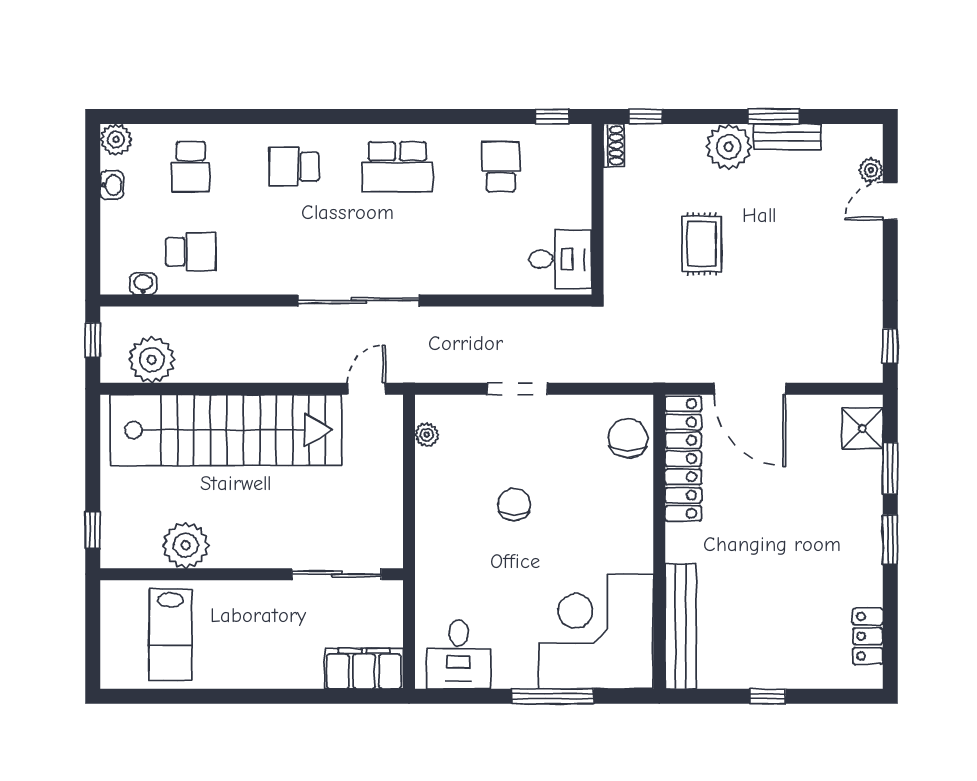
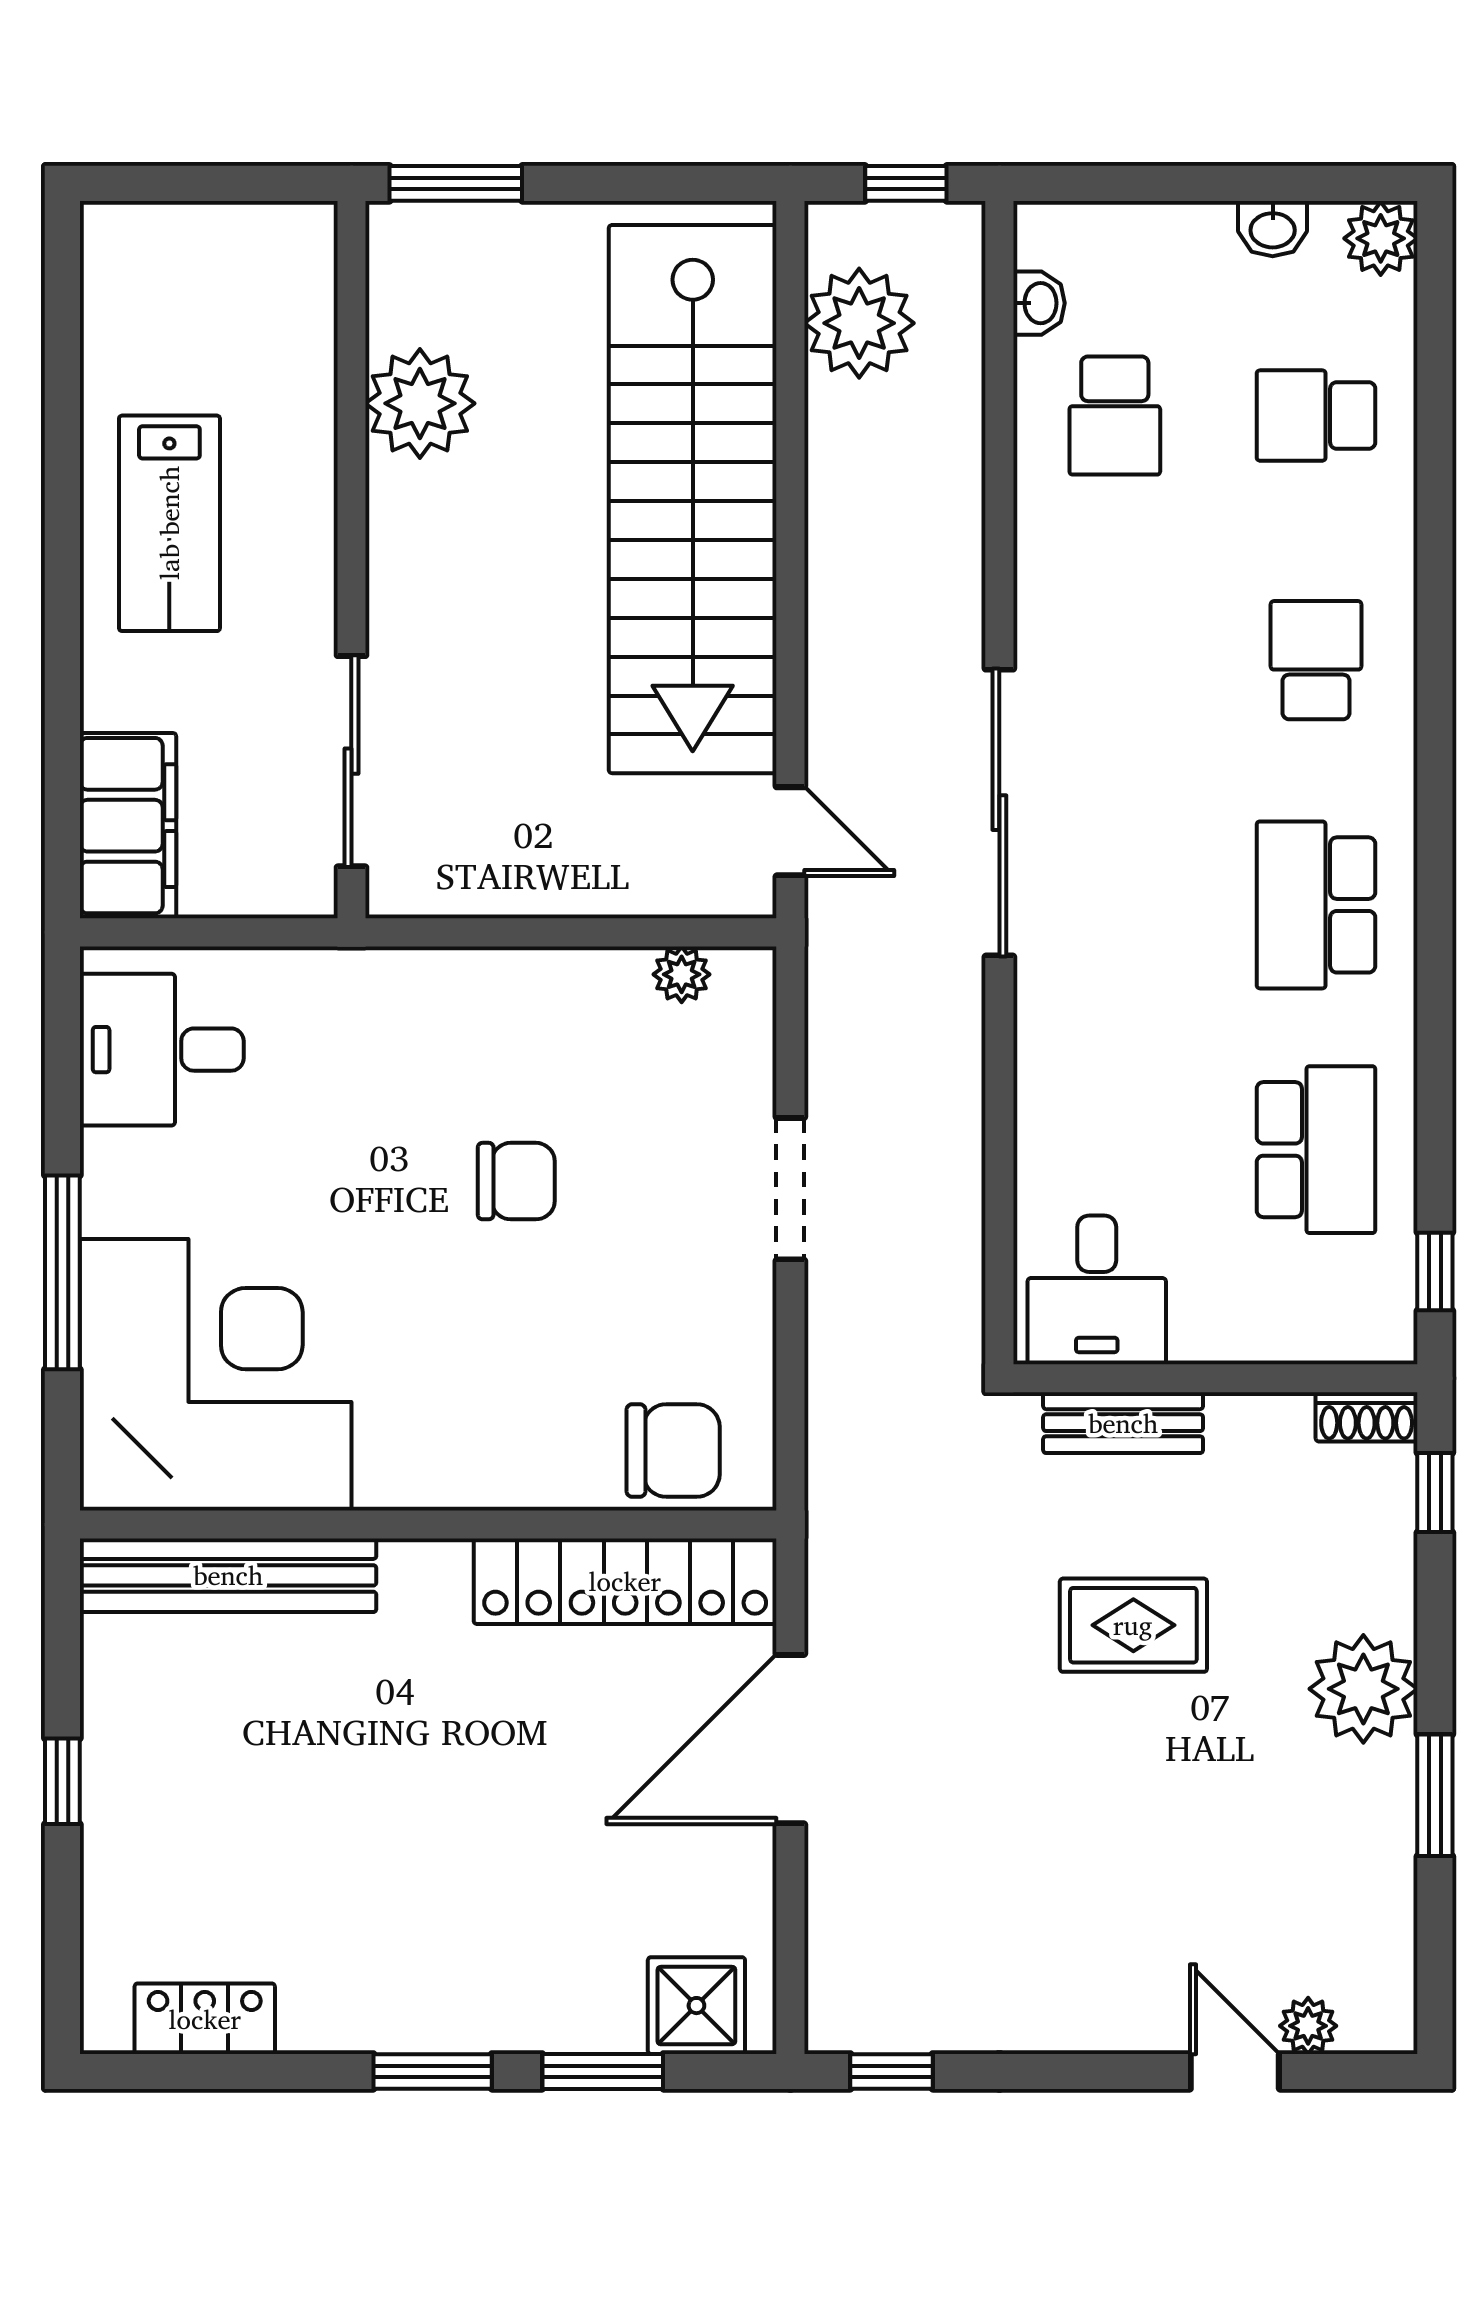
bench: (788, 137) -> (1123, 1423), moved, turned 90
school desk: (501, 167) -> (1316, 1150), width x1.85
window: (93, 530) -> (456, 183), width x1.50
lab bench: (170, 635) -> (169, 523), moved, turned -90

